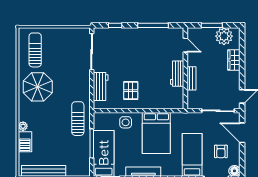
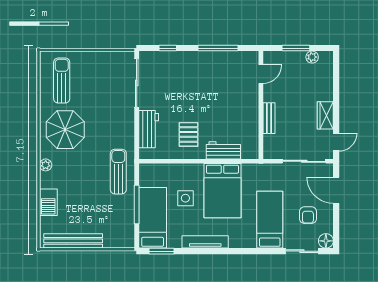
plant: (224, 36) -> (312, 57), width x0.53, depth x0.53
door: (185, 45) -> (261, 74), hinge flipped
wardrobe: (234, 60) -> (325, 115), moved
workbench: (177, 74) -> (223, 150), moved, turned 90
side table: (126, 122) -> (185, 198), moved
plant: (23, 126) -> (46, 165), moved

